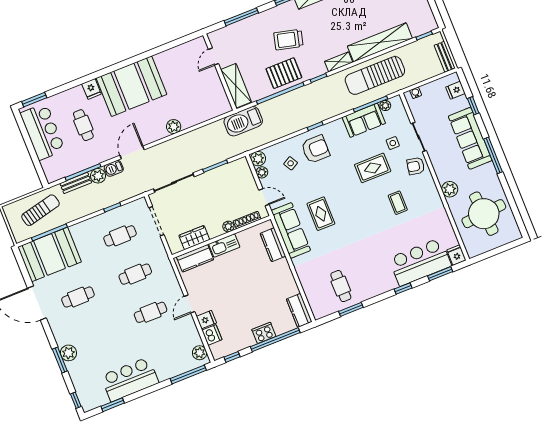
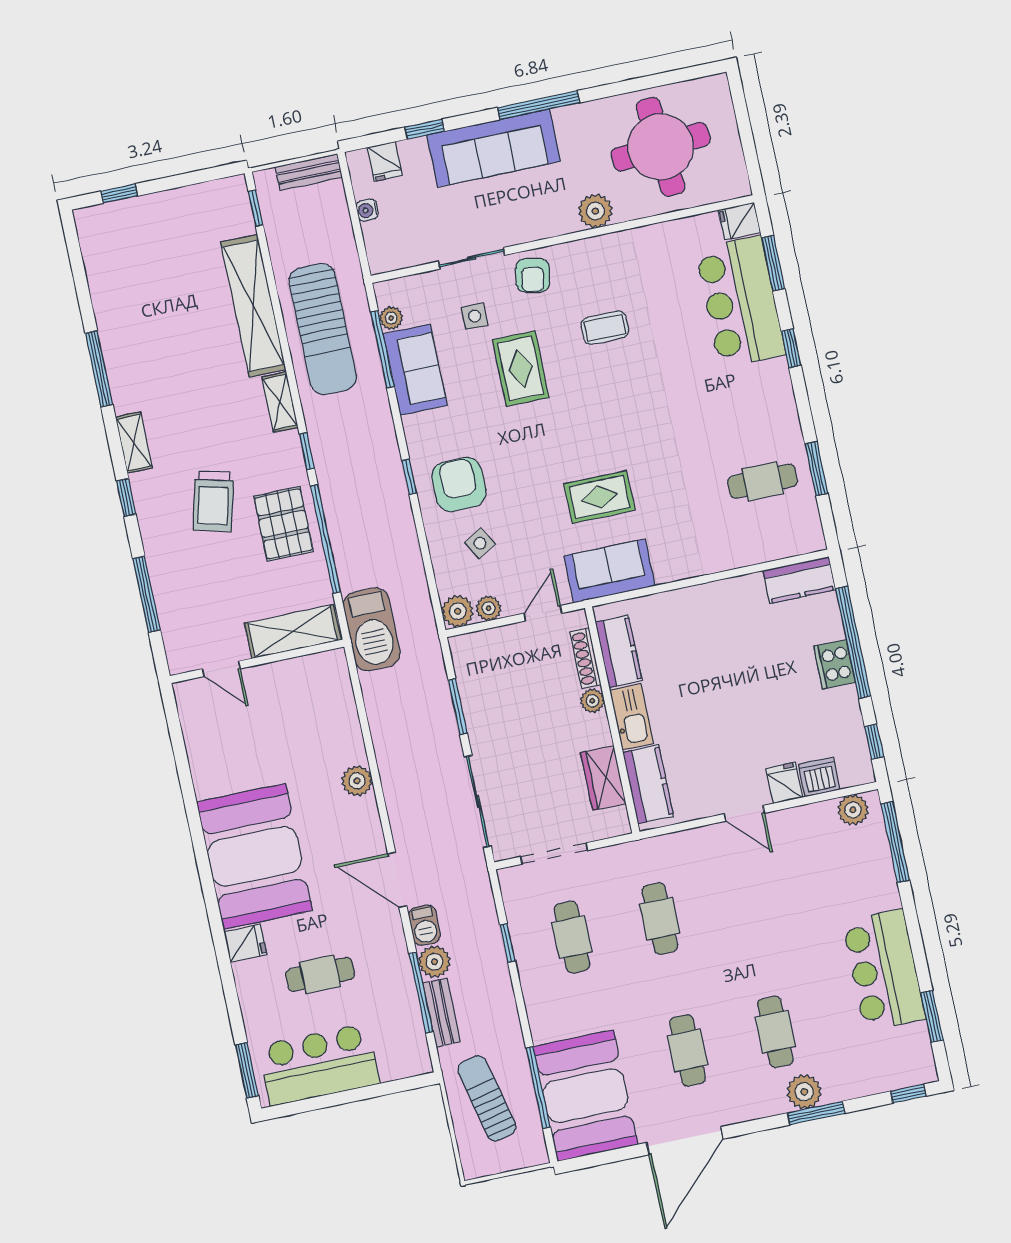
water cooler: (416, 93) -> (367, 210), moved
sofa: (291, 230) -> (610, 571), width x0.73
kitchen counter: (273, 245) -> (619, 651), moved, turned -90
cafe table: (151, 312) -> (775, 1032), moved

